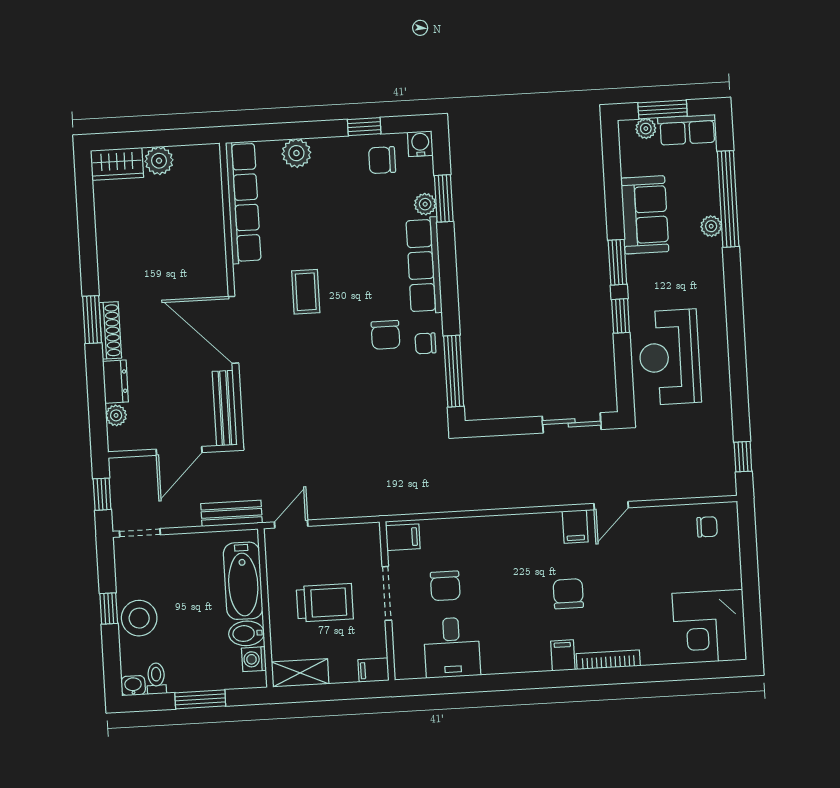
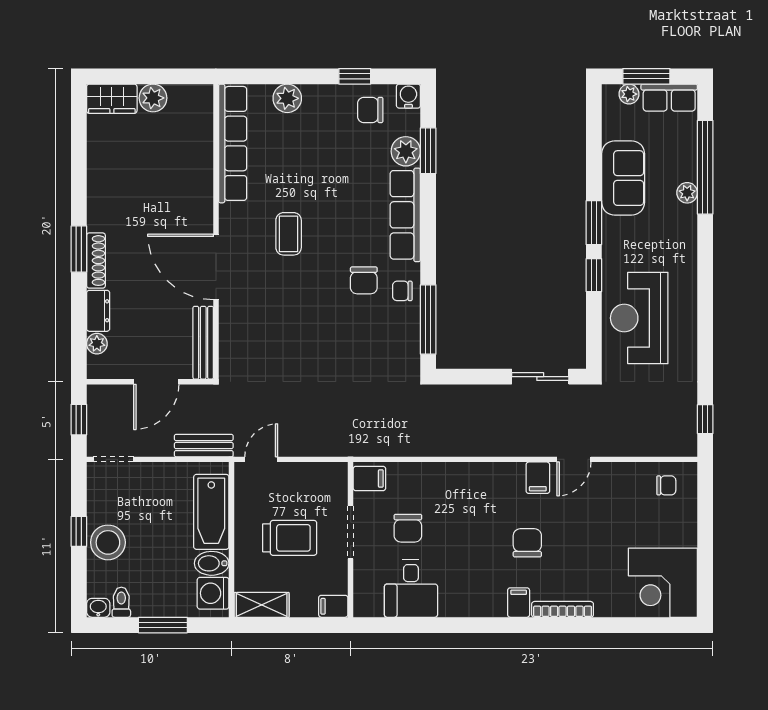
plant: (425, 204) -> (406, 151), width x1.38, depth x1.38
washing machine: (254, 659) -> (213, 593), width x1.38, depth x1.38

